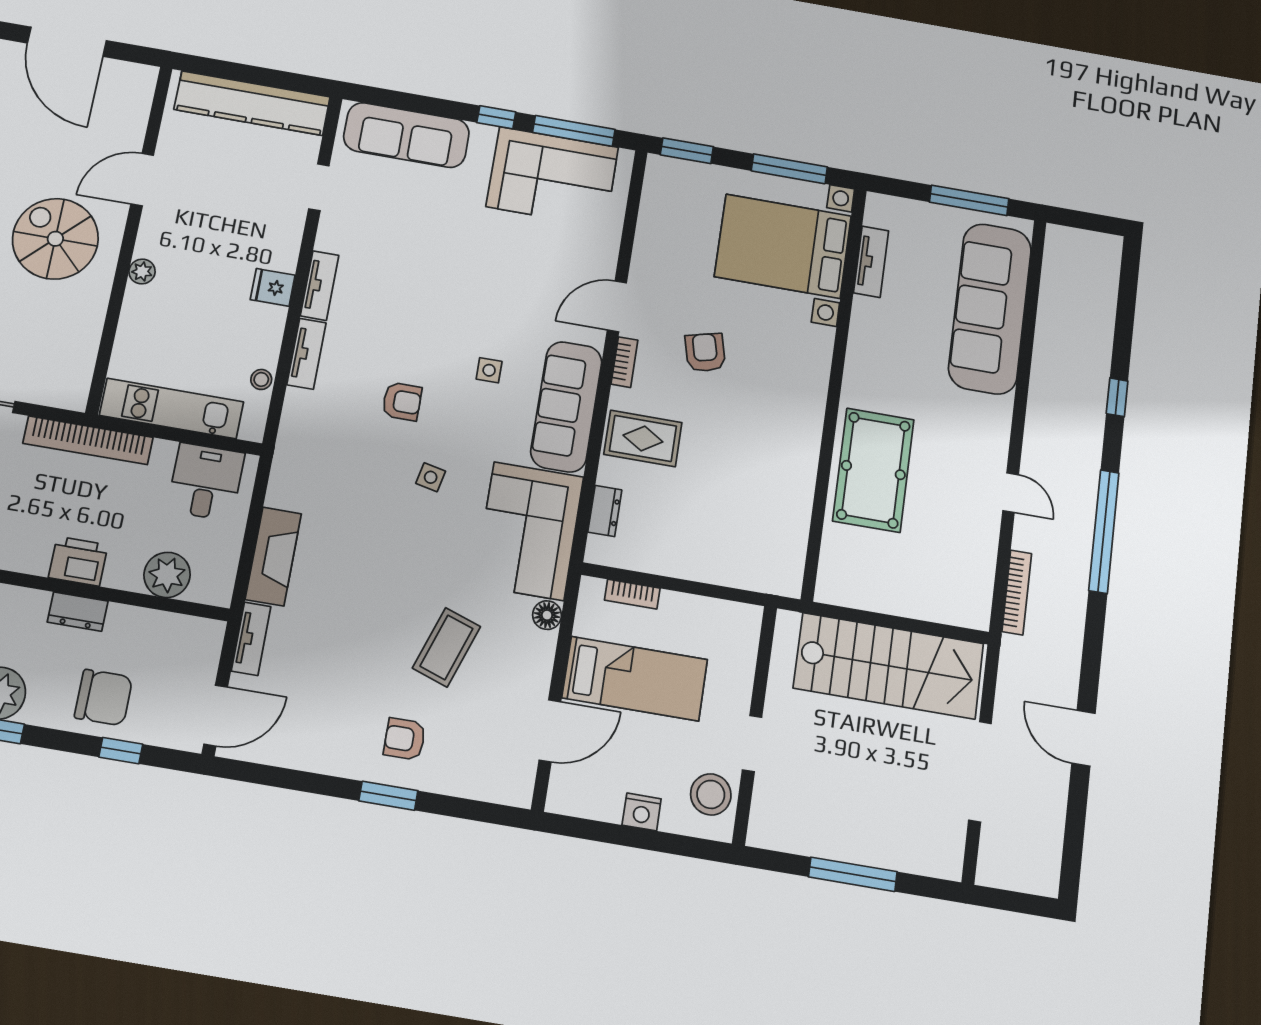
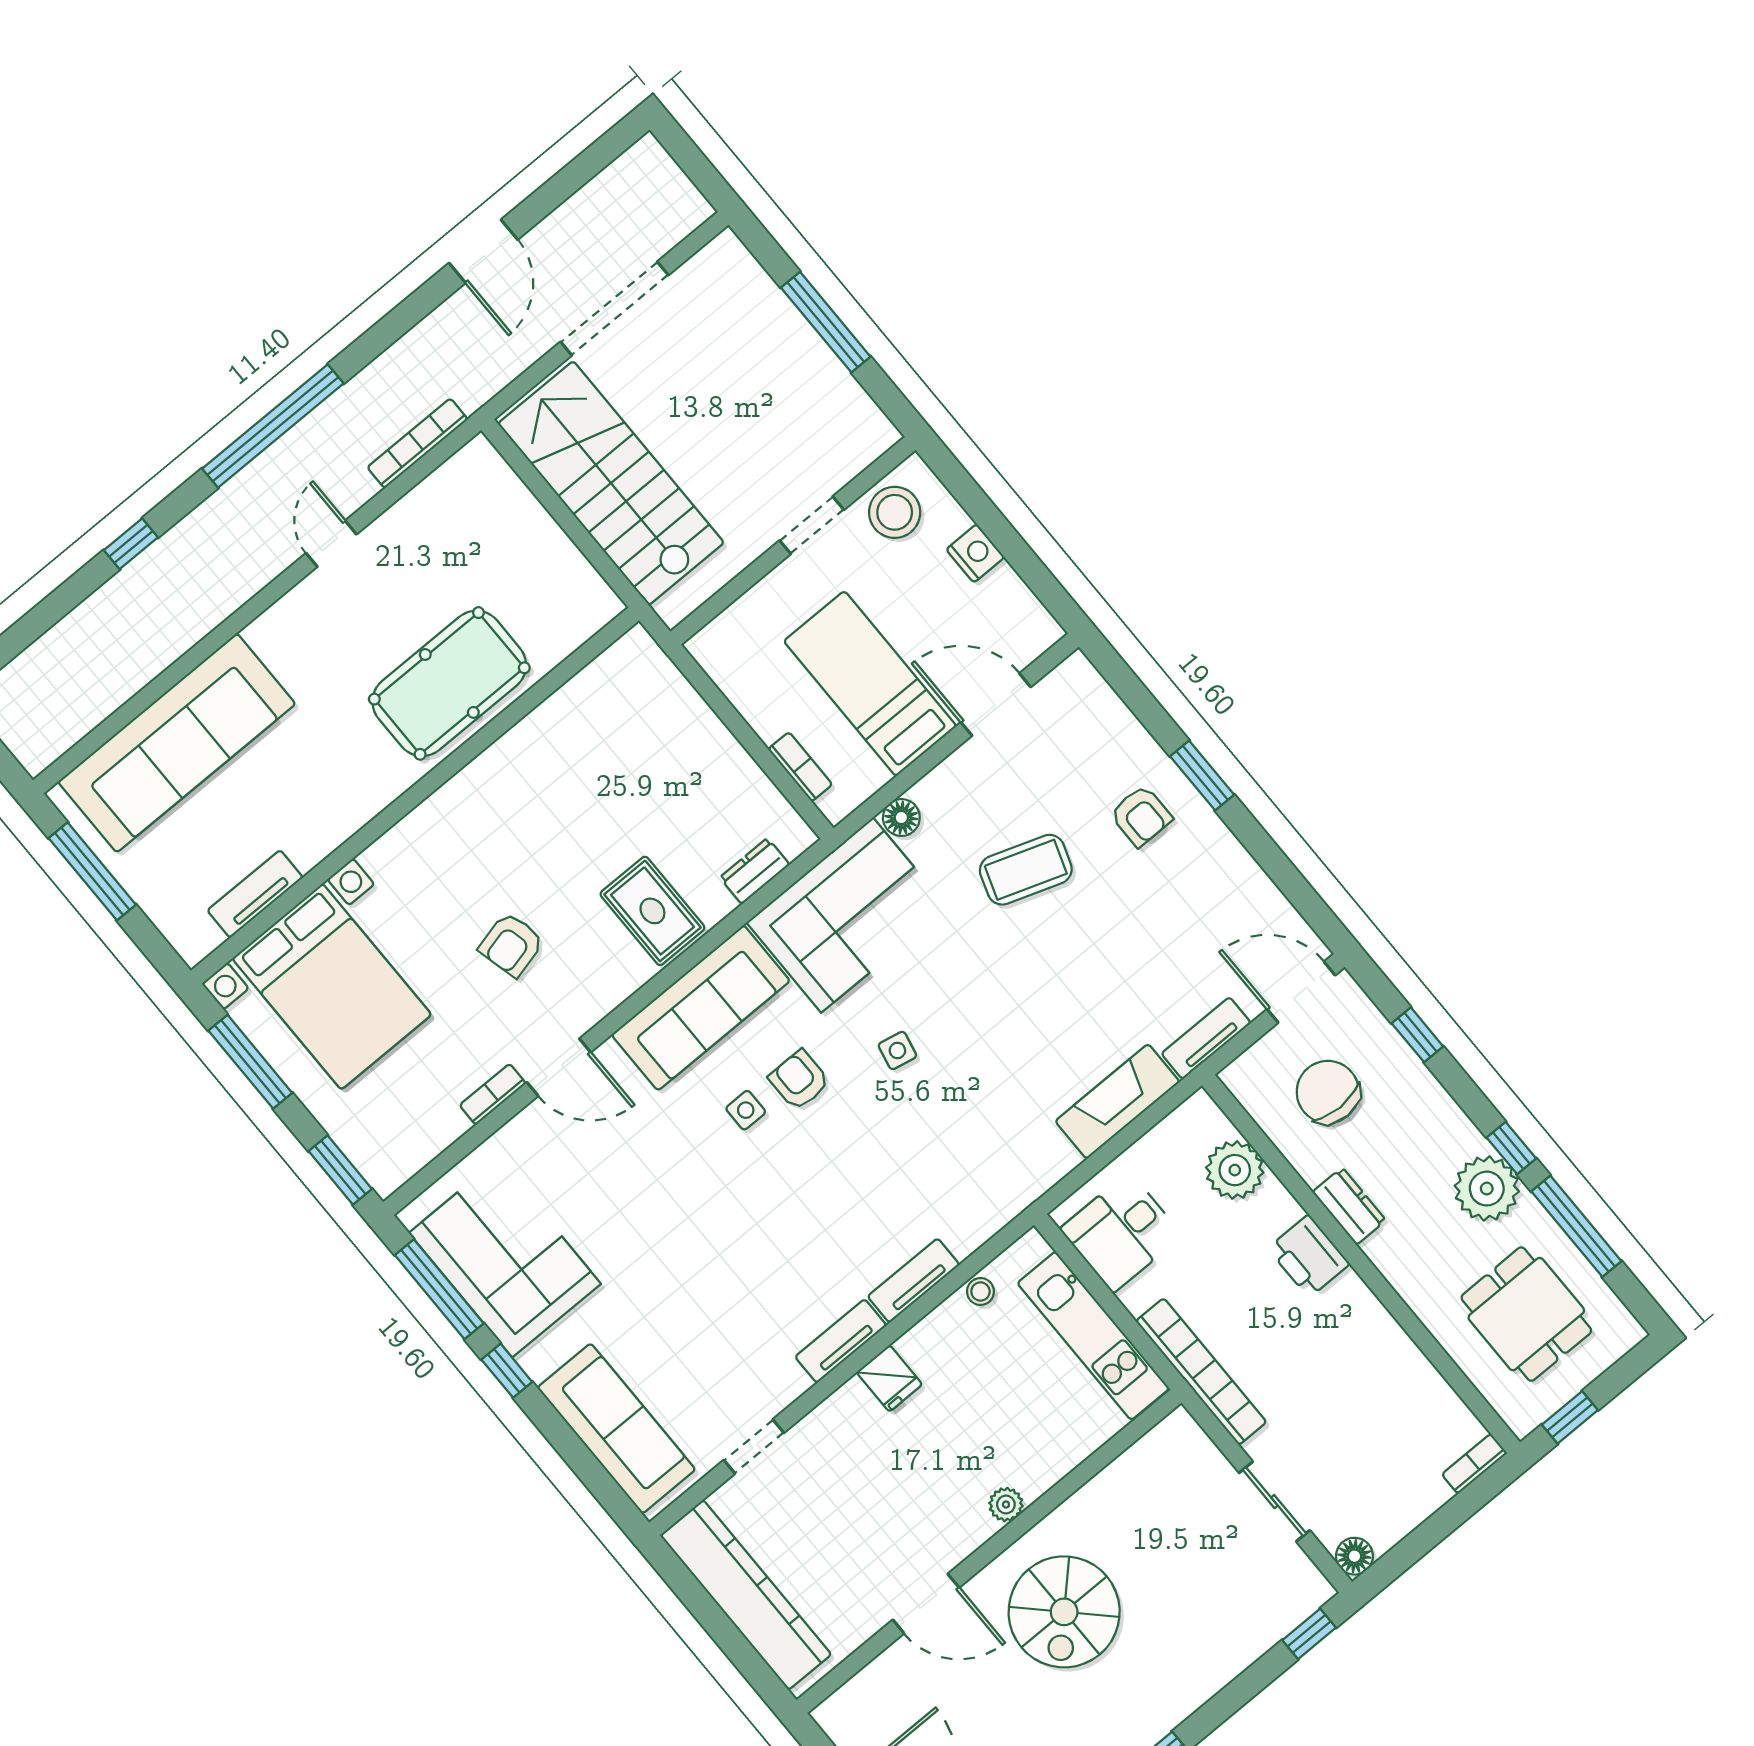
bookcase: (625, 362) -> (493, 1094), moved
armchair: (402, 402) -> (799, 1080), moved
chair: (104, 697) -> (1328, 1092), moved

